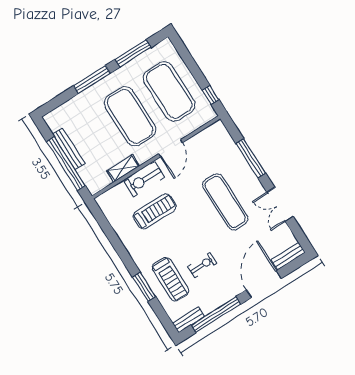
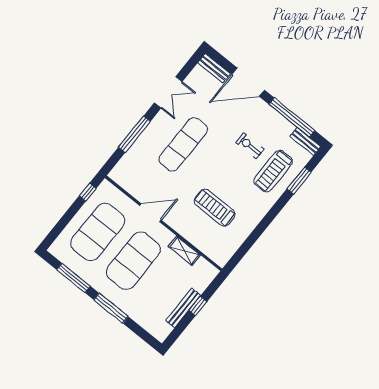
window: (66, 164) -> (198, 306), width x0.32
exercise bike: (144, 179) -> (188, 227), removed
treadmill: (171, 279) -> (273, 171), turned 180
window: (144, 287) -> (299, 181), moved

